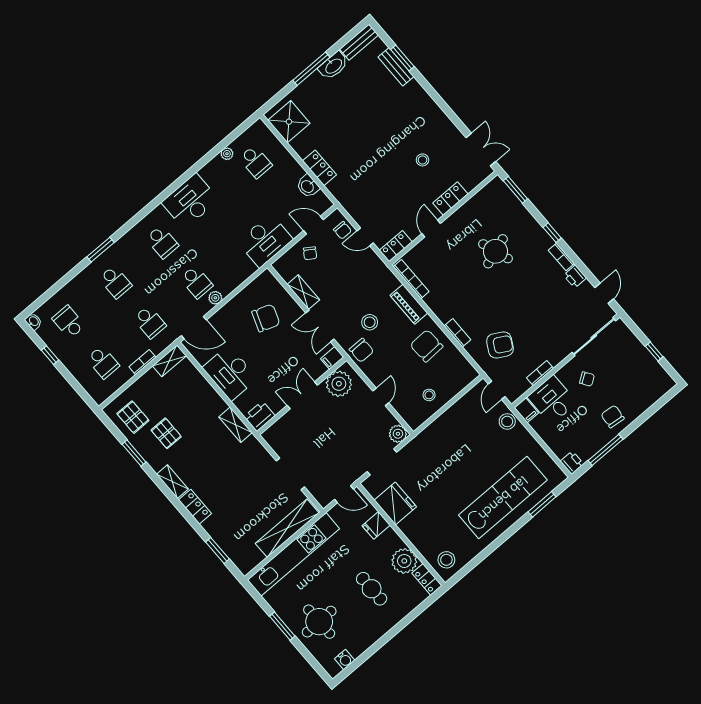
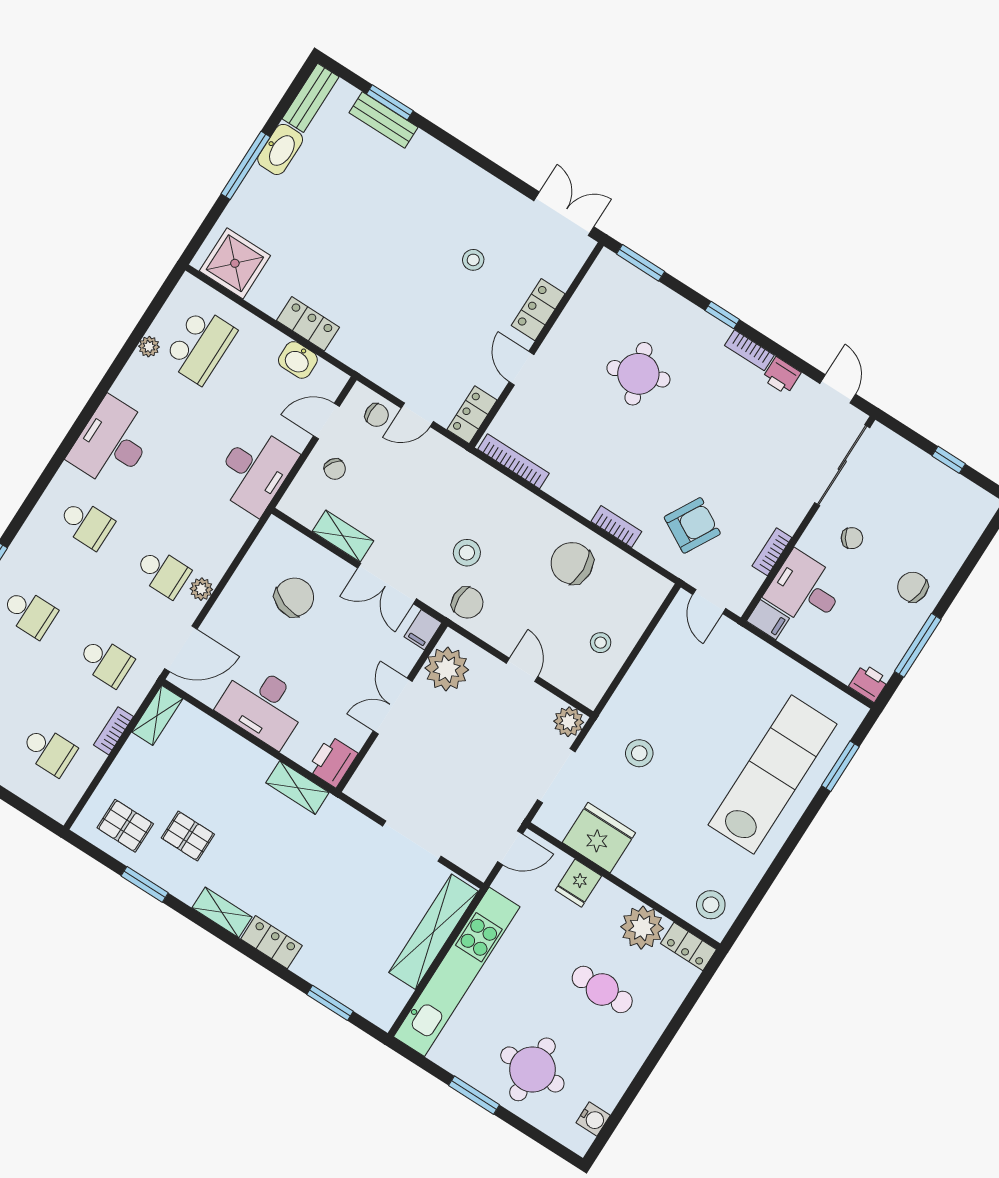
school desk: (256, 162) -> (200, 346), width x1.85
piano: (409, 304) -> (522, 504), removed
stool: (507, 421) -> (639, 753), moved

